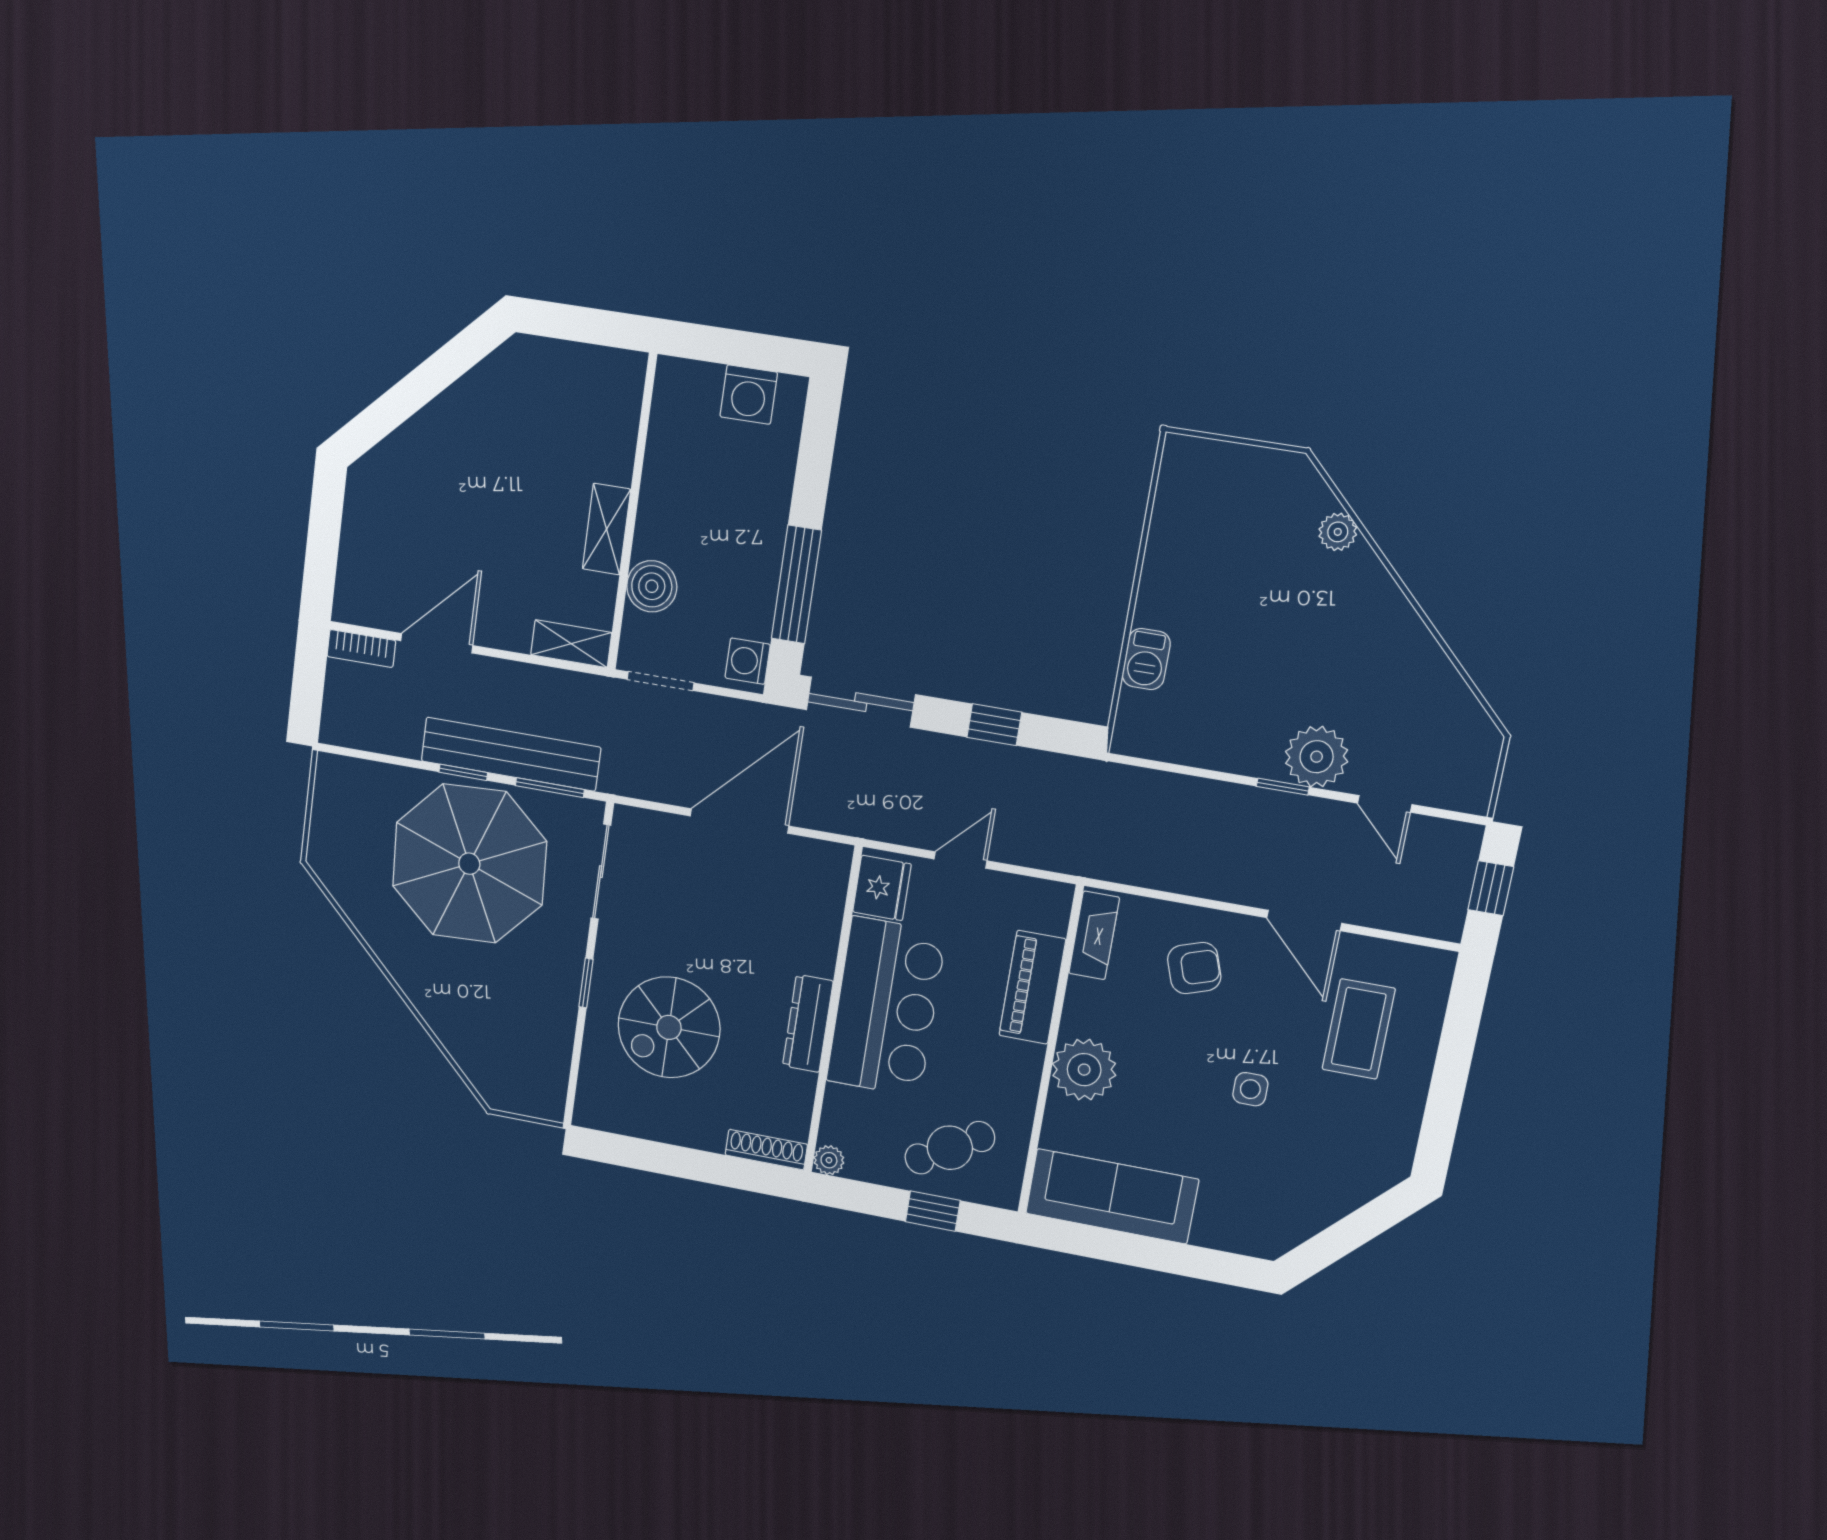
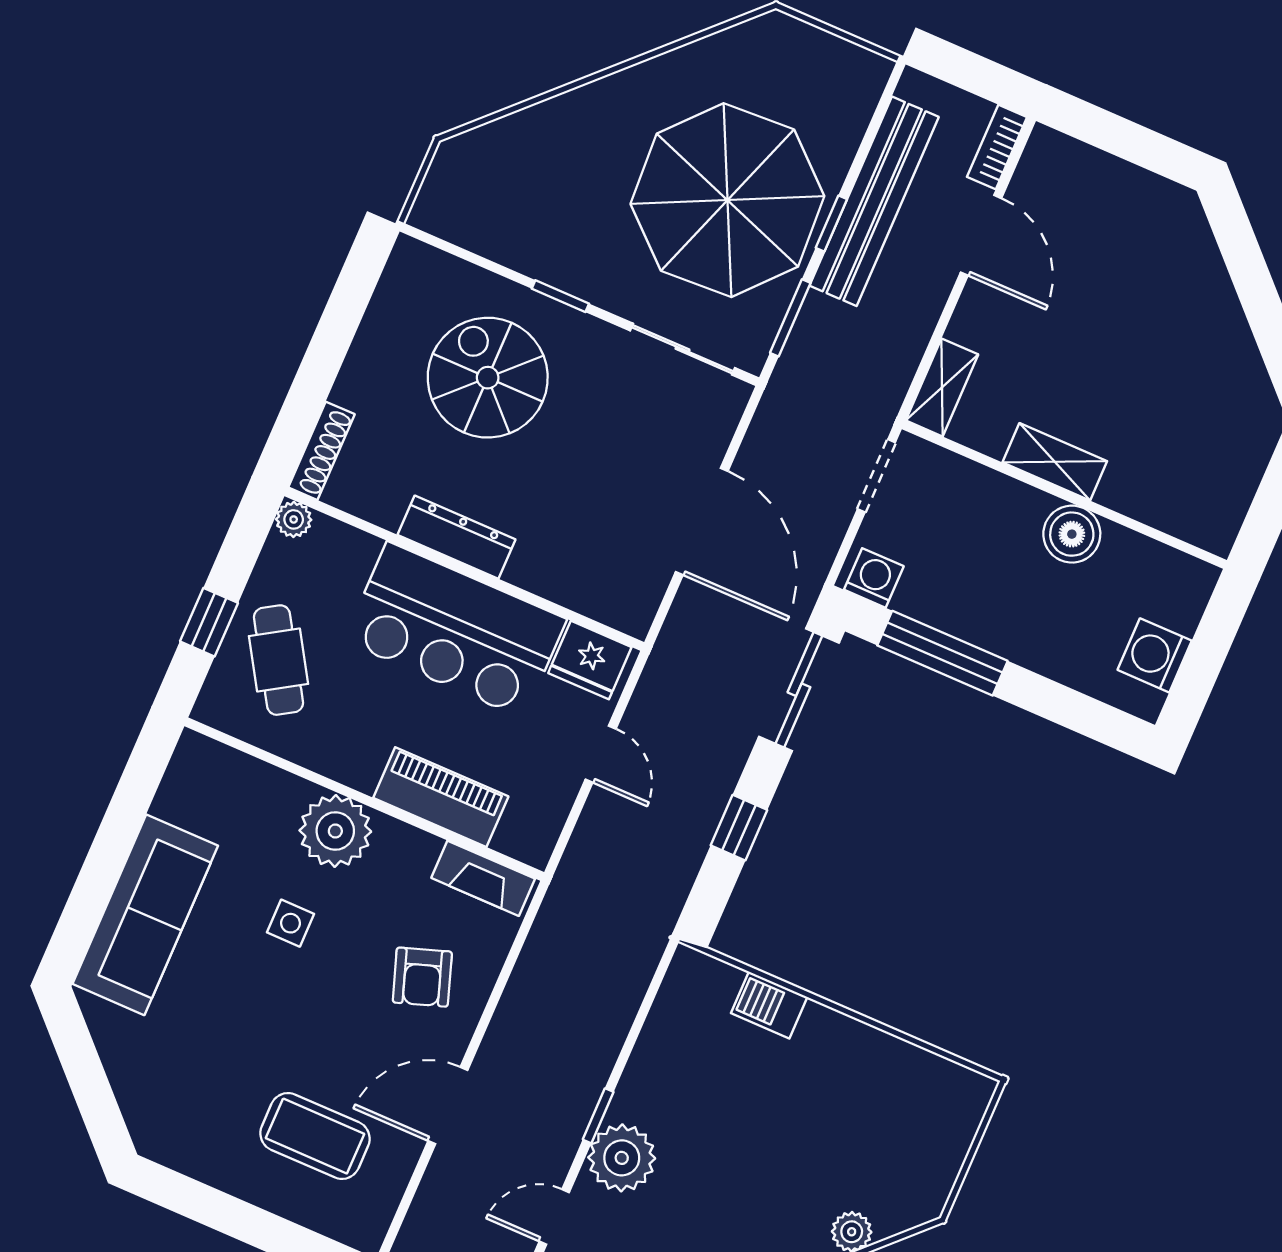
boiler: (652, 586) -> (1072, 534), moved
bench: (511, 754) -> (874, 201), moved
side table: (1250, 1089) -> (291, 923), moved
sofa: (1112, 1196) -> (145, 915), moved

